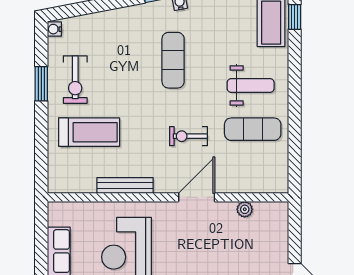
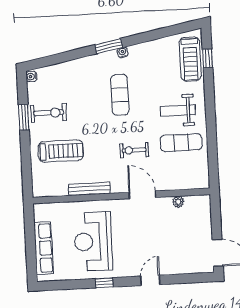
exercise bike: (75, 80) -> (49, 113), turned -90
weight bench: (251, 86) -> (178, 110), turned 180
door: (197, 197) -> (142, 195), hinge flipped

